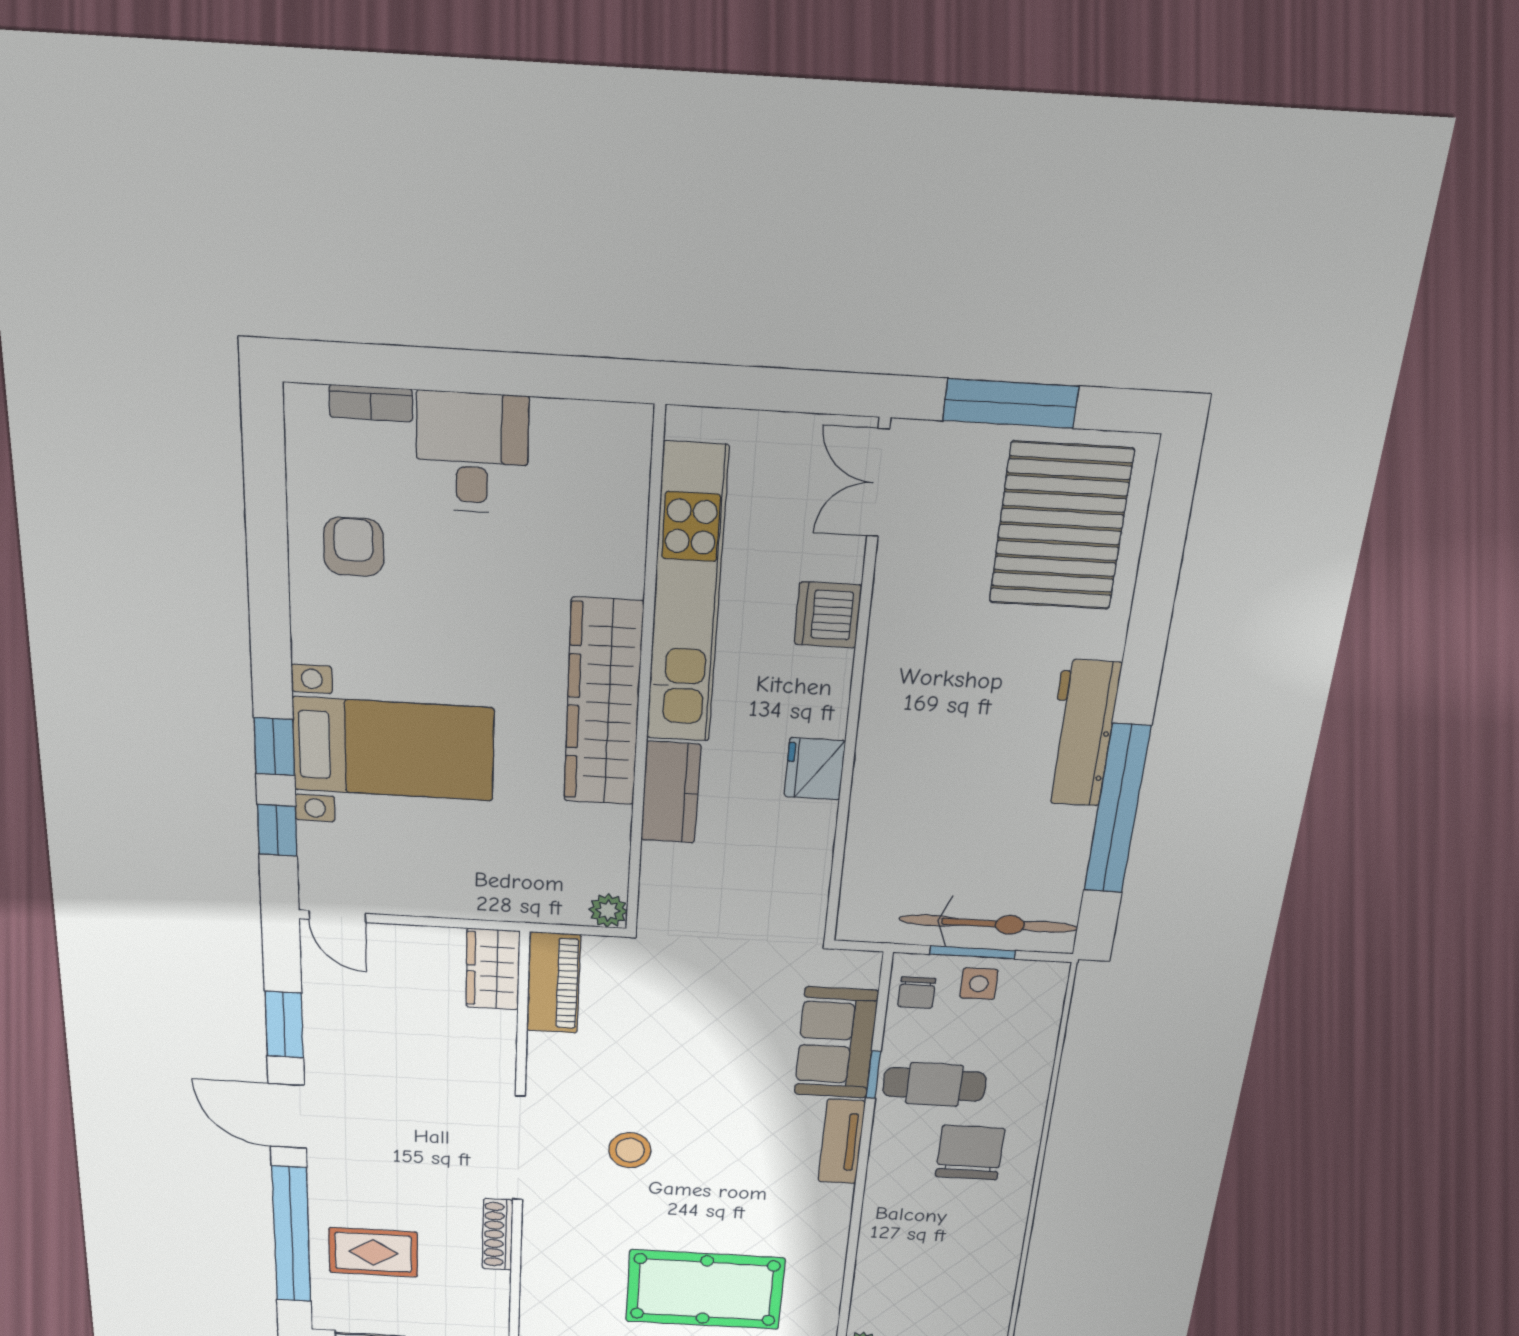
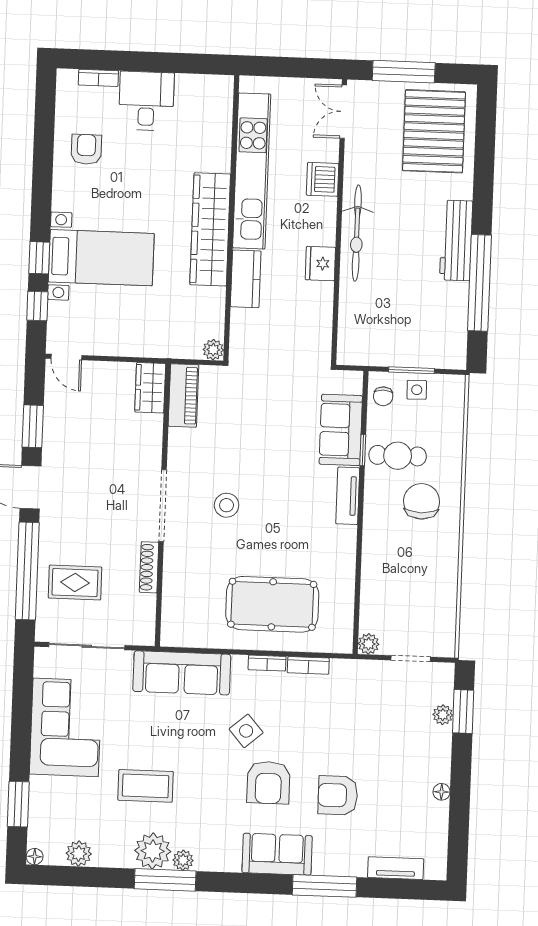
bicycle: (988, 924) -> (357, 233), moved, turned 90

